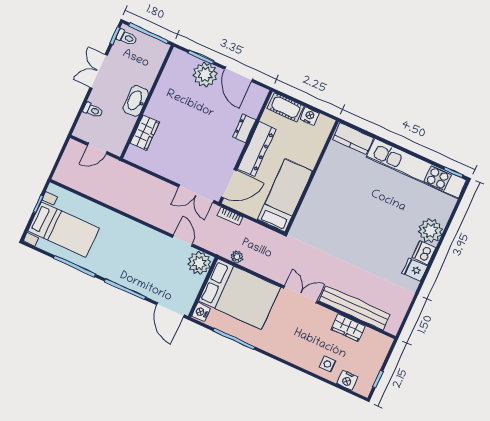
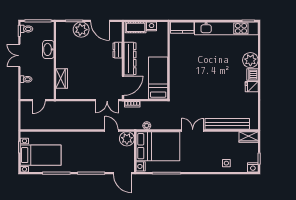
washbasin: (136, 101) -> (48, 49), moved
wardrobe: (348, 328) -> (249, 137), moved
nightstand: (347, 380) -> (253, 167), moved

